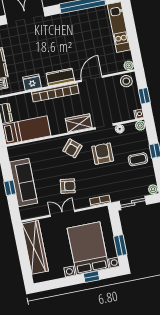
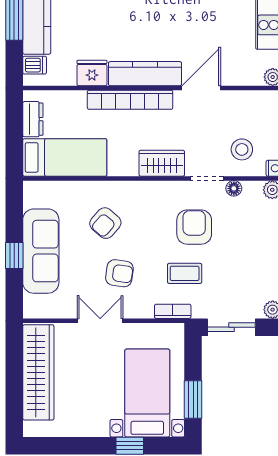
kitchen counter: (60, 77) -> (145, 74), width x1.50
stool: (126, 81) -> (242, 149), moved
armchair: (72, 148) -> (105, 223), moved
coffee table: (138, 159) -> (185, 273), moved
bed with nightstands: (88, 248) -> (147, 393), width x0.73

